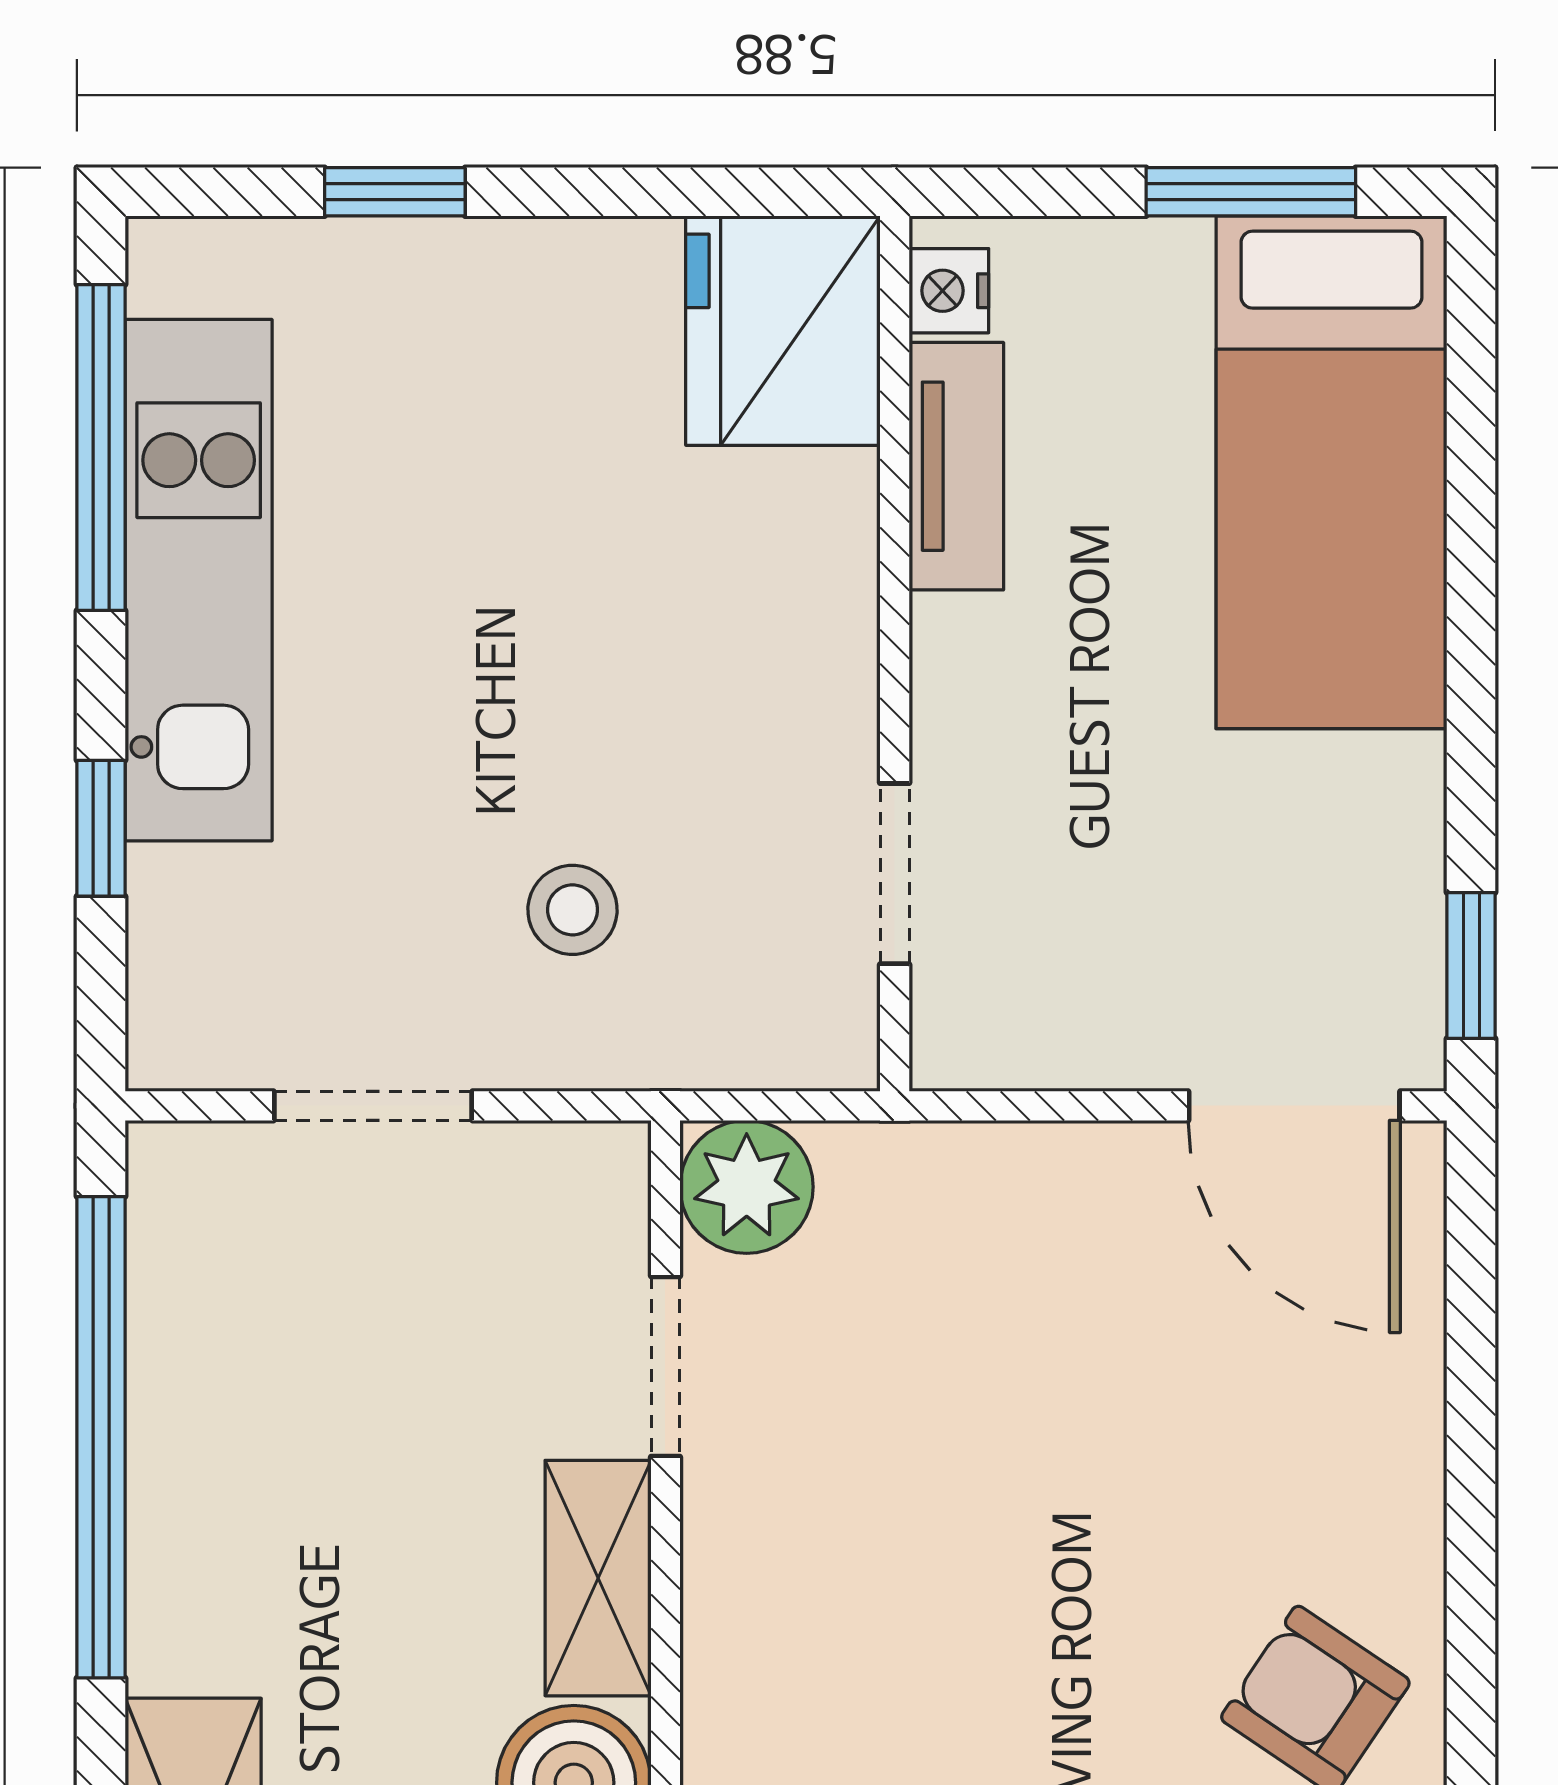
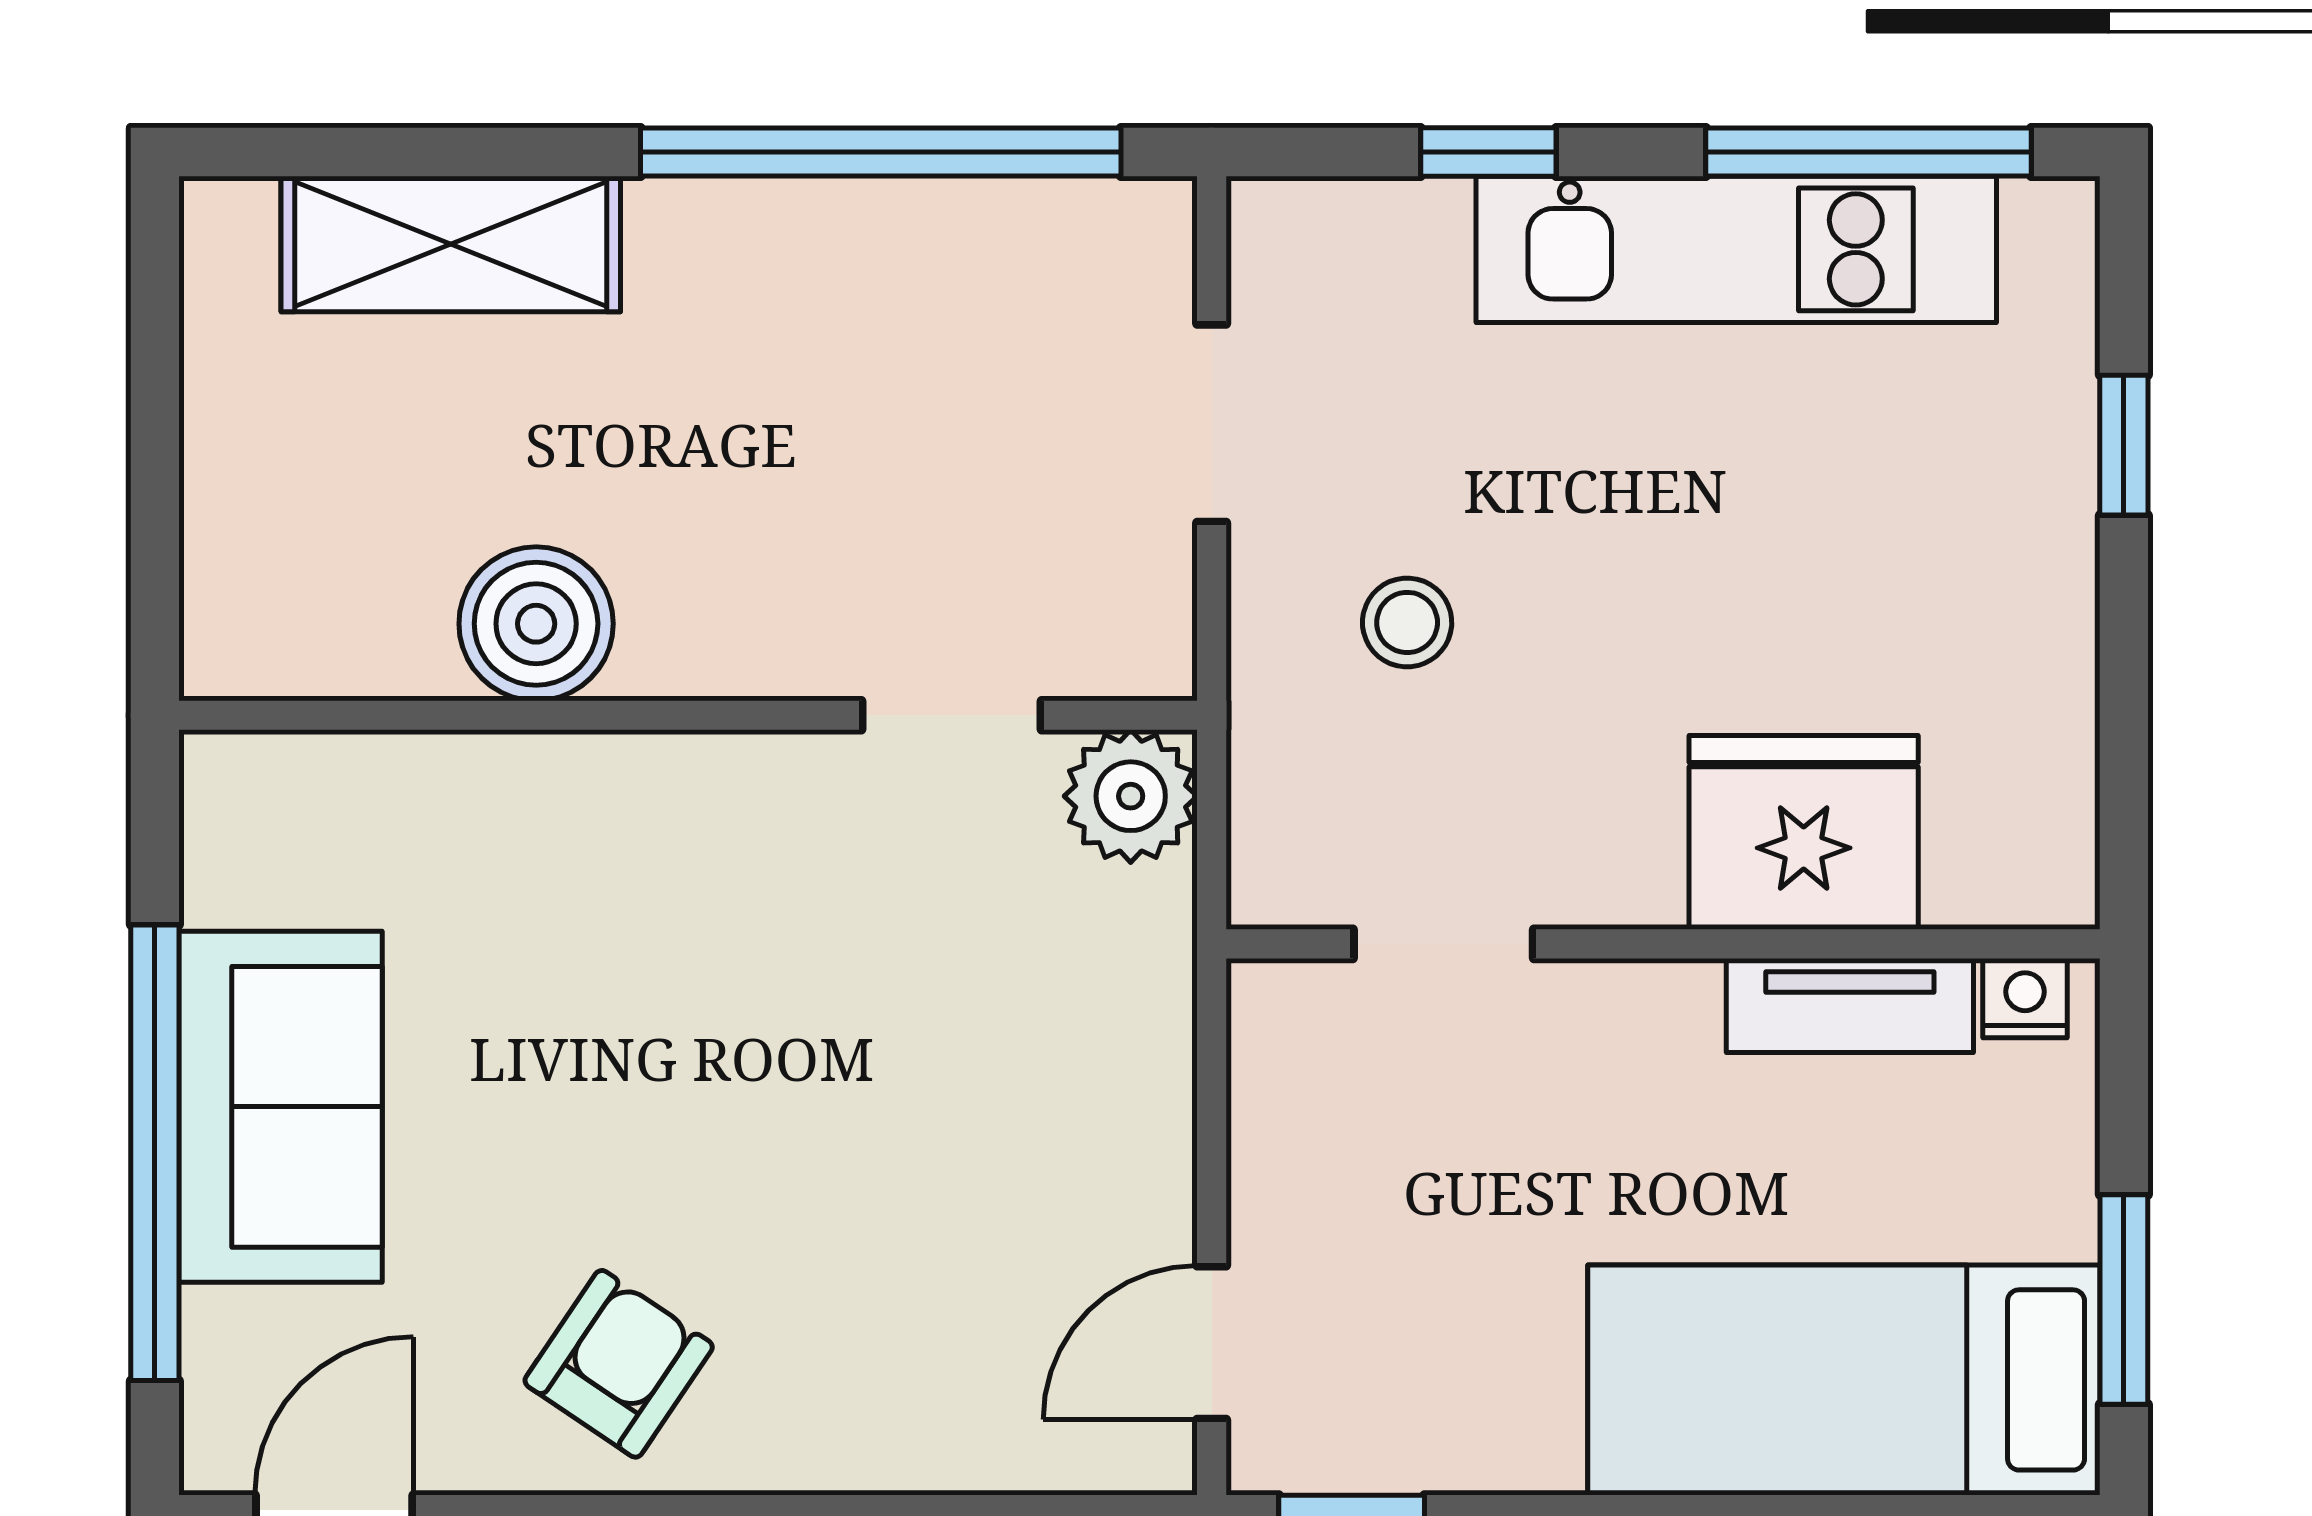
fridge: (783, 331) -> (1804, 832), moved
door: (1294, 1106) -> (1212, 1343), width x0.73
shelving: (598, 1578) -> (740, 648), removed

